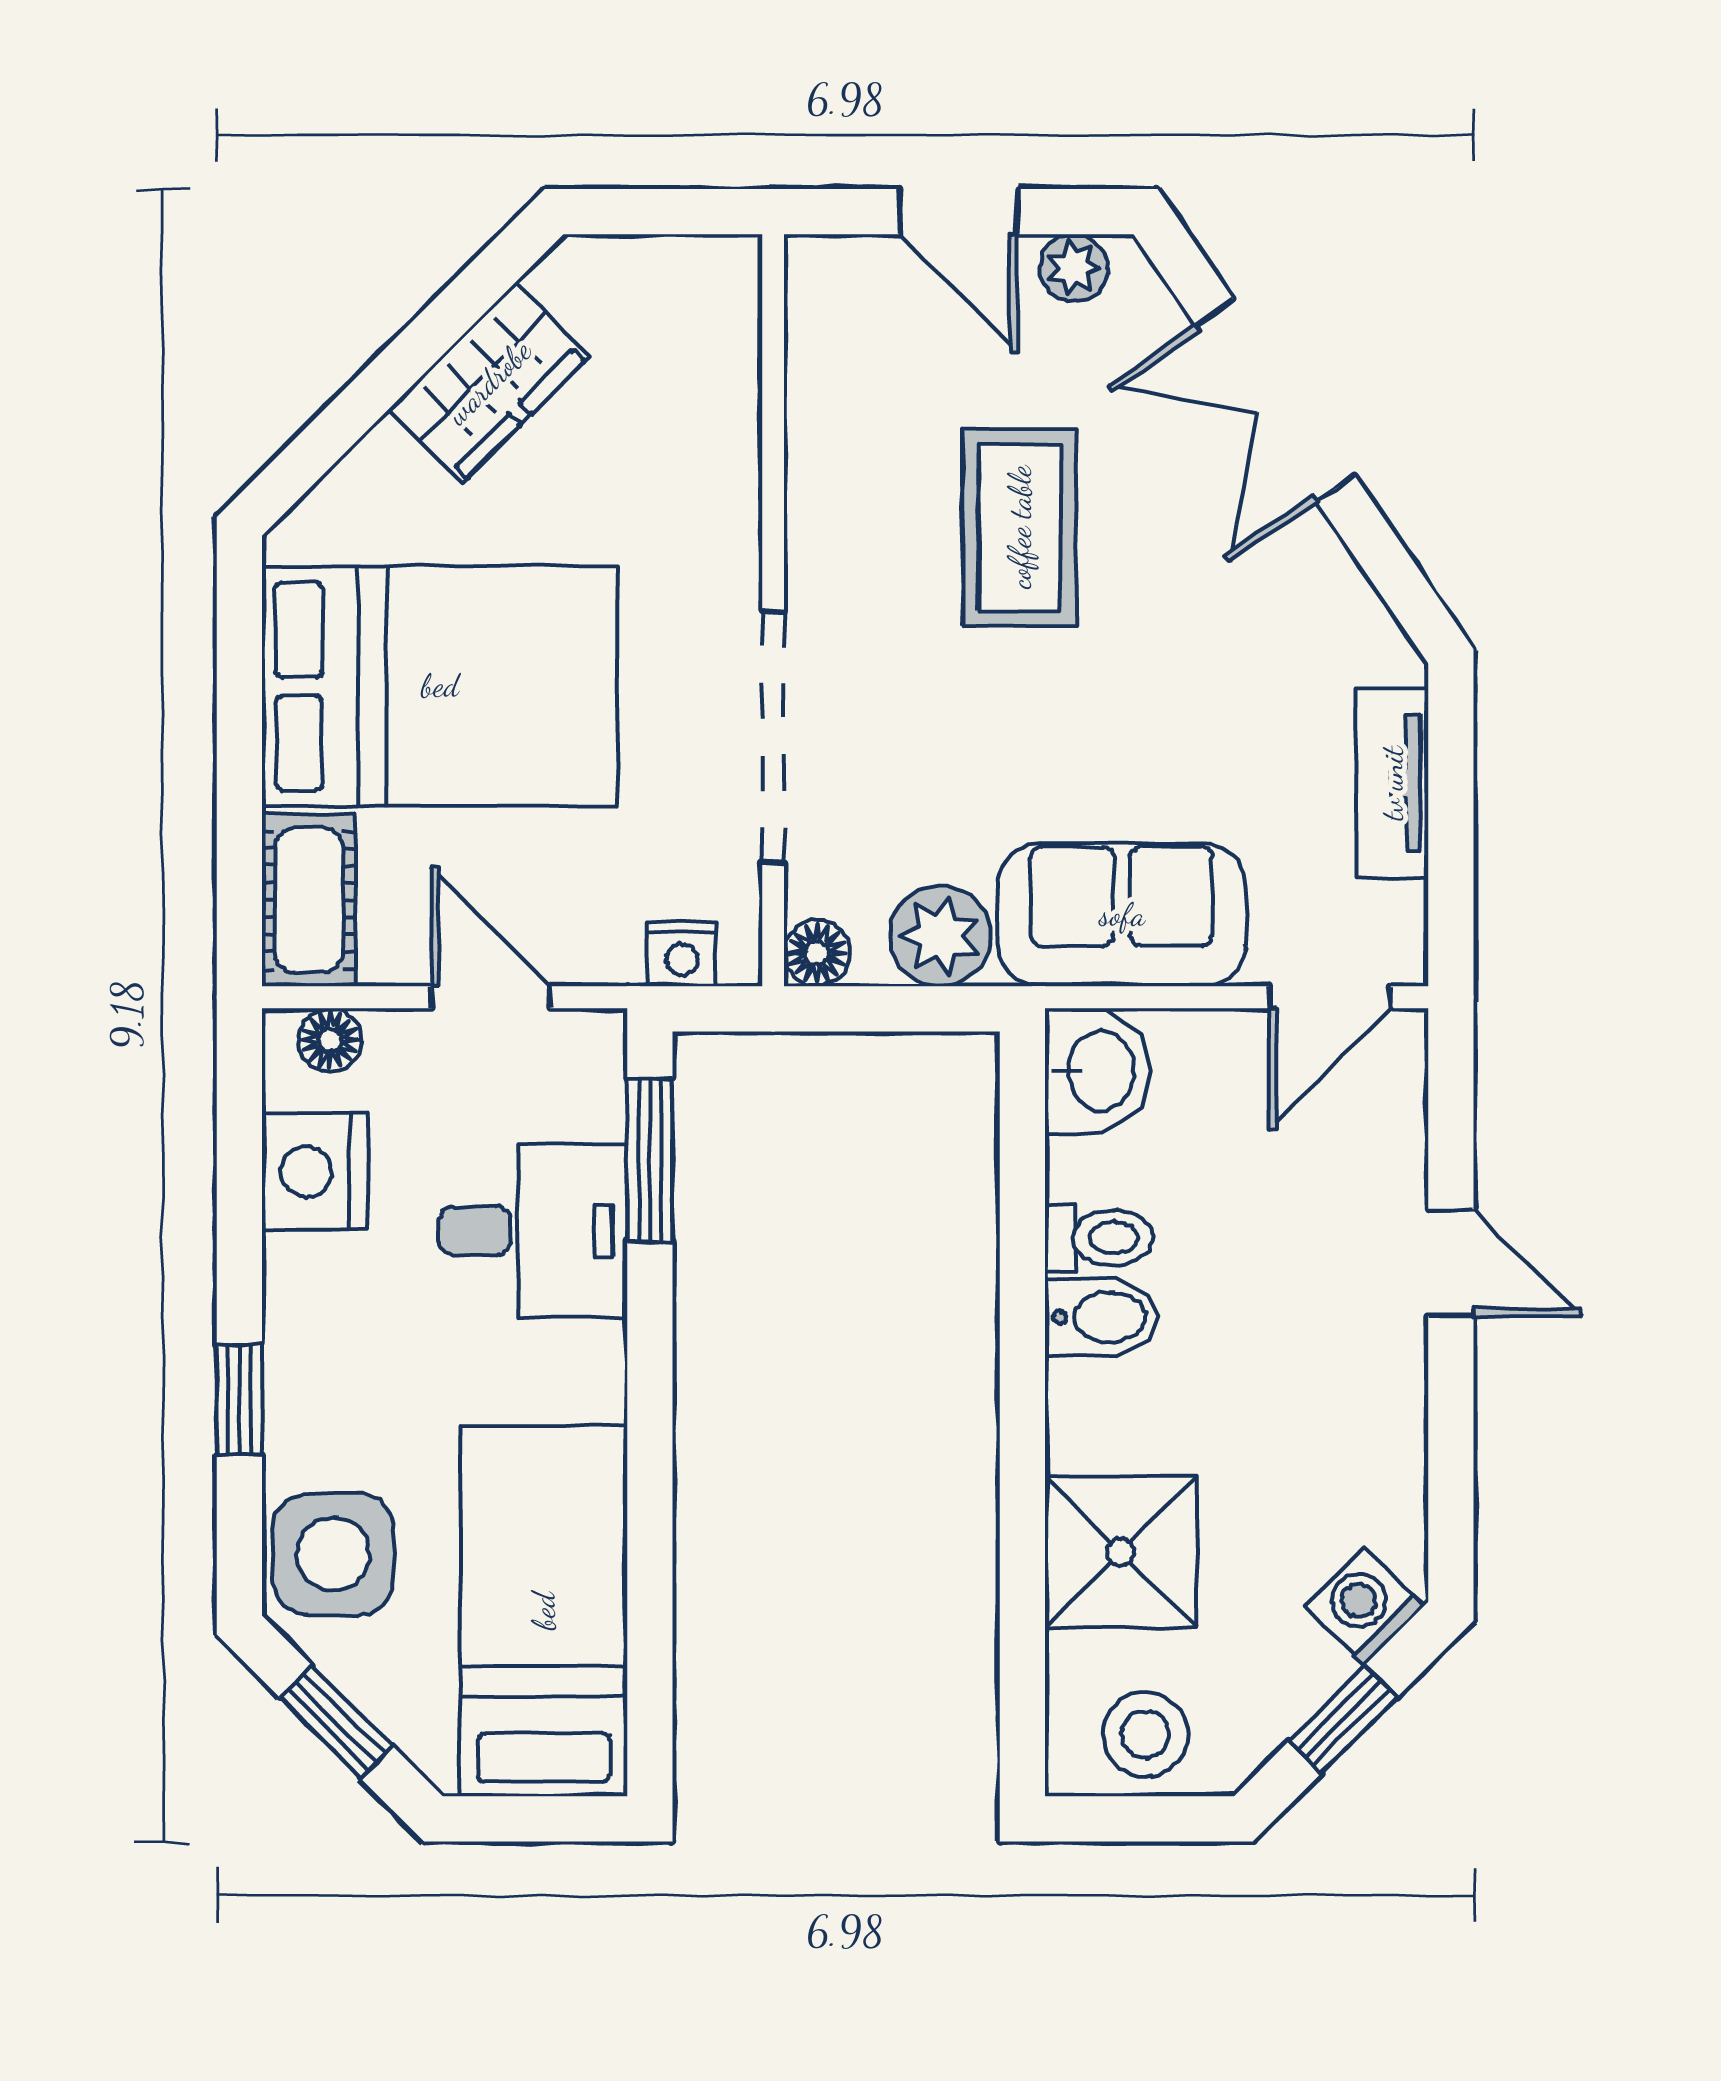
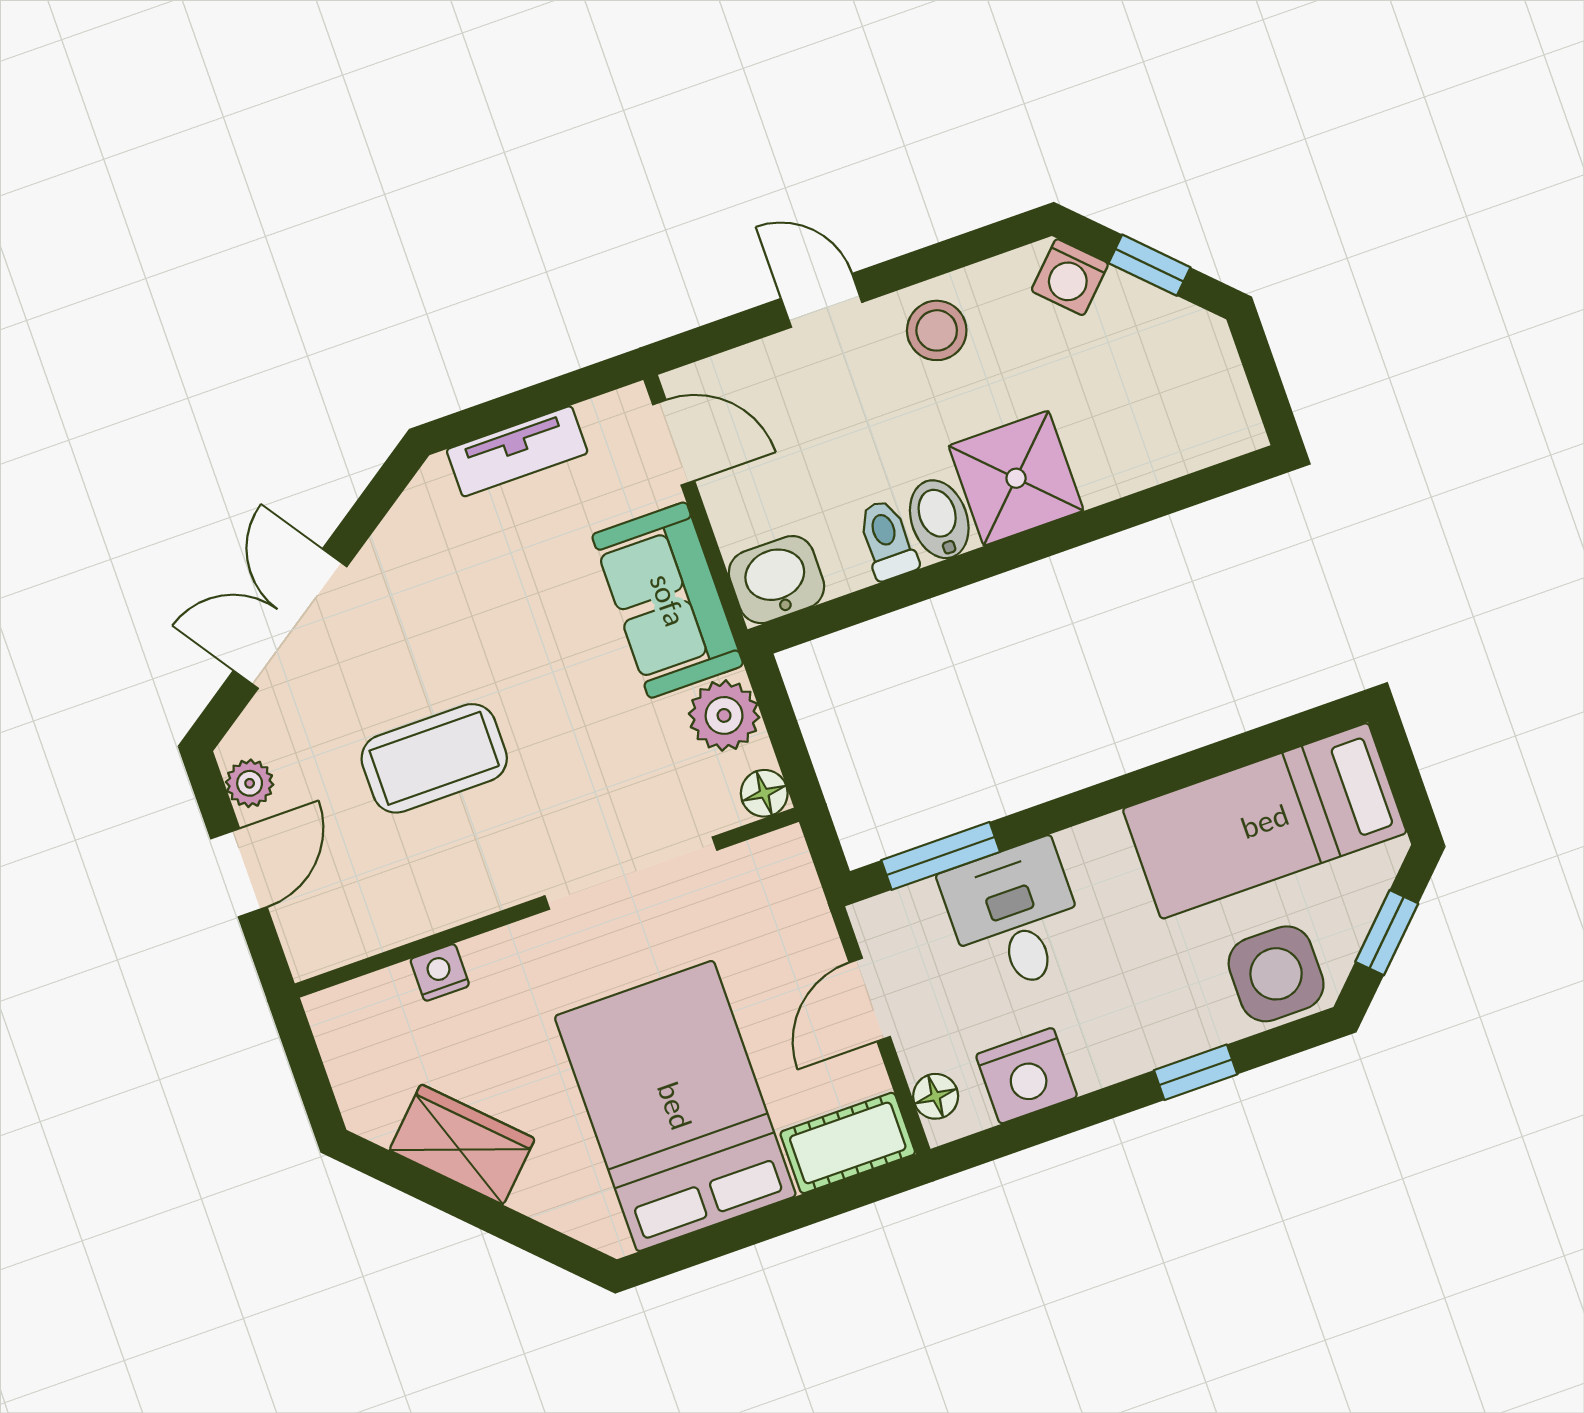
double door: (1275, 400) -> (290, 619), swing flipped
nightstand: (682, 954) -> (440, 972), moved, turned -90
door: (1451, 1263) -> (822, 300), hinge flipped
shower: (1121, 1552) -> (1016, 478), moved
stool: (1145, 1734) -> (937, 330), moved

